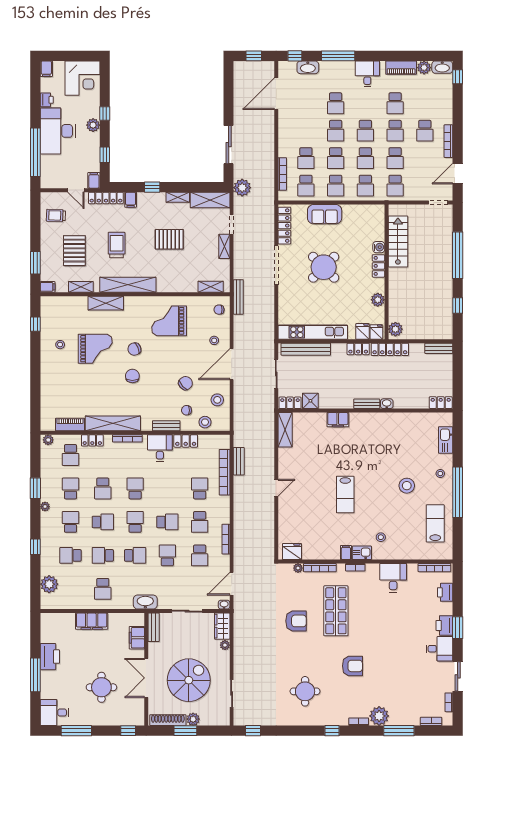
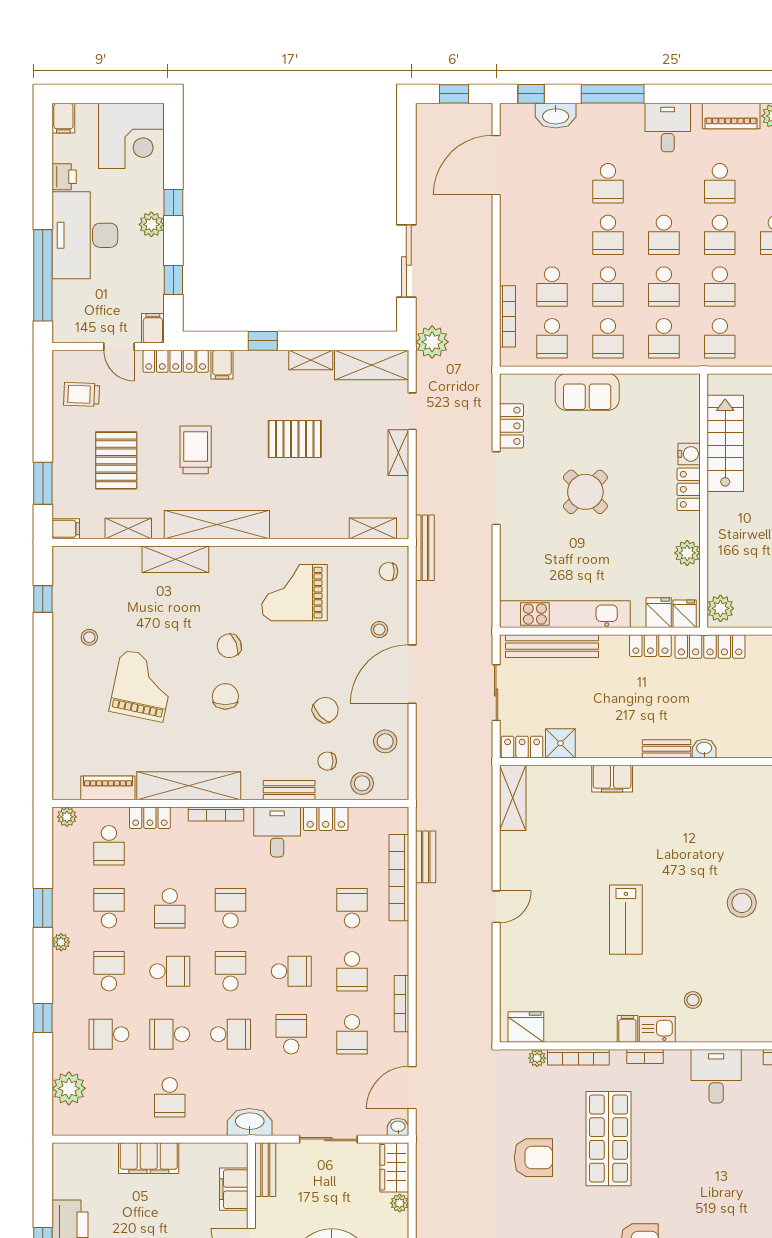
locker: (284, 226) -> (511, 426), width x0.66
round table: (324, 267) -> (585, 492), width x0.73, depth x0.73
grand piano: (95, 349) -> (142, 686), moved, turned -78

